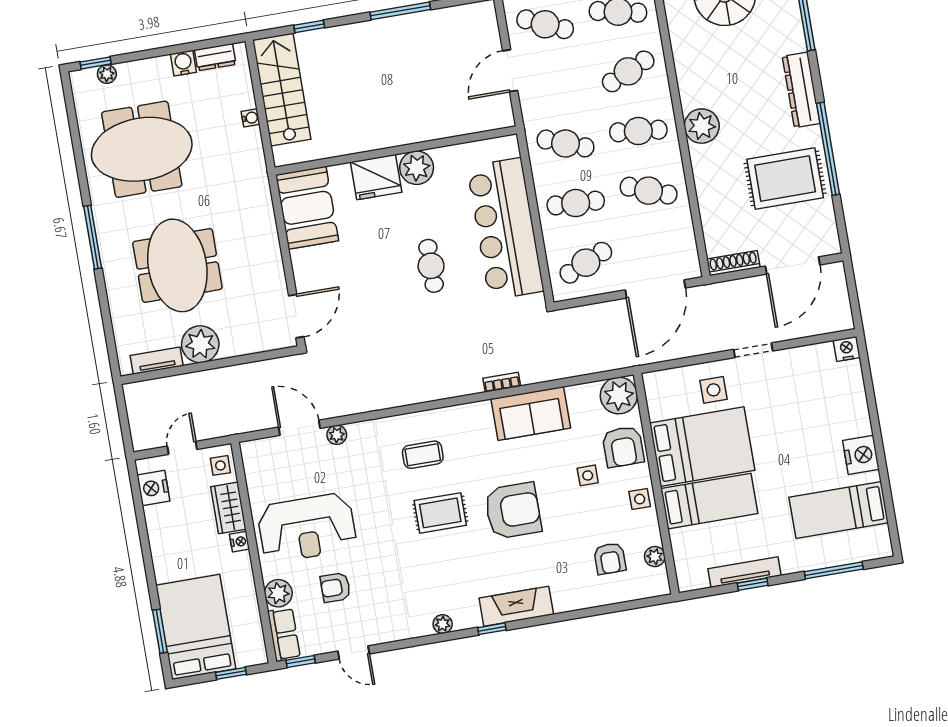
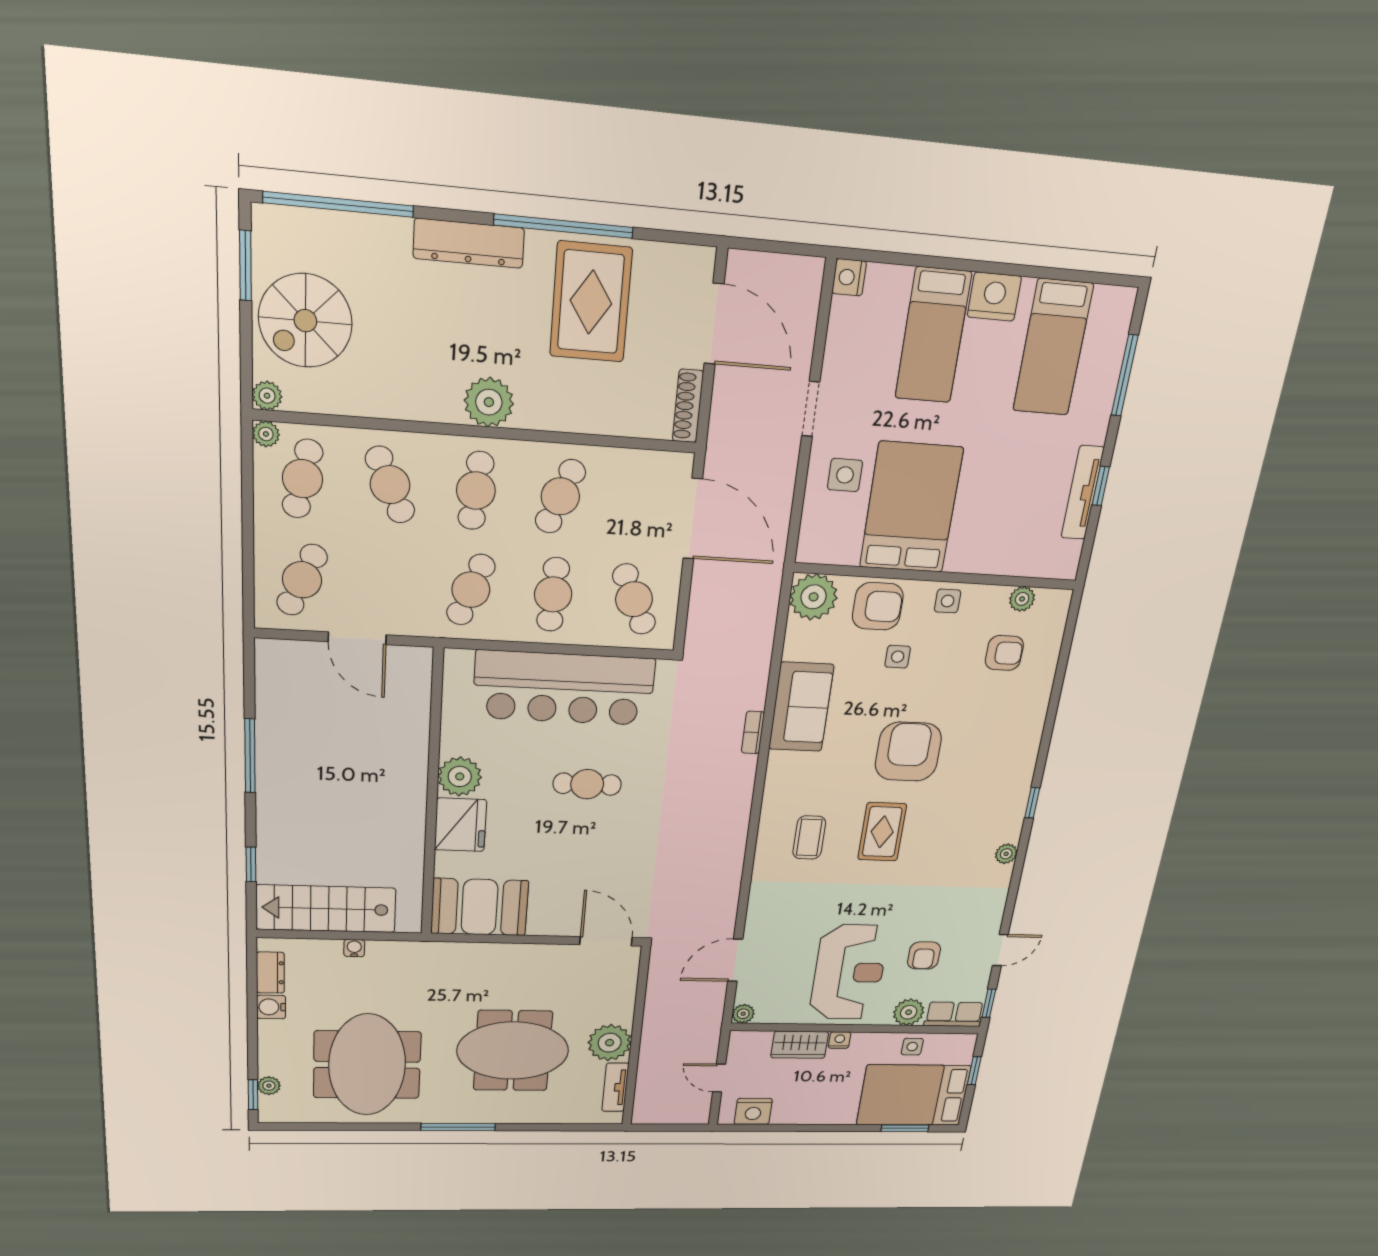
plant: (337, 435) -> (743, 1014), moved
side table: (220, 465) -> (912, 1047), moved
bed: (709, 501) -> (933, 335), moved, turned 180
fireplace: (516, 606) -> (1018, 771), removed

